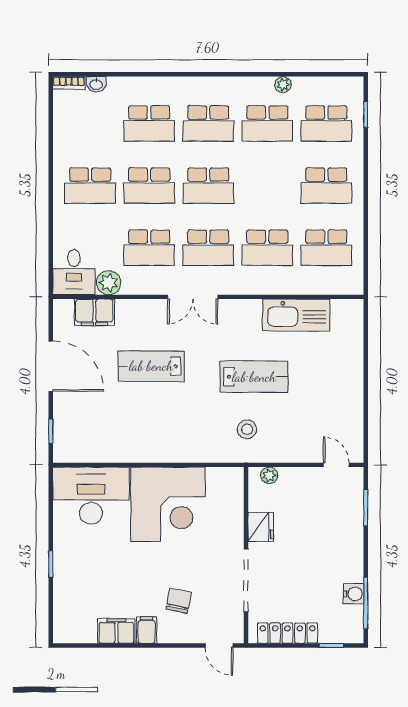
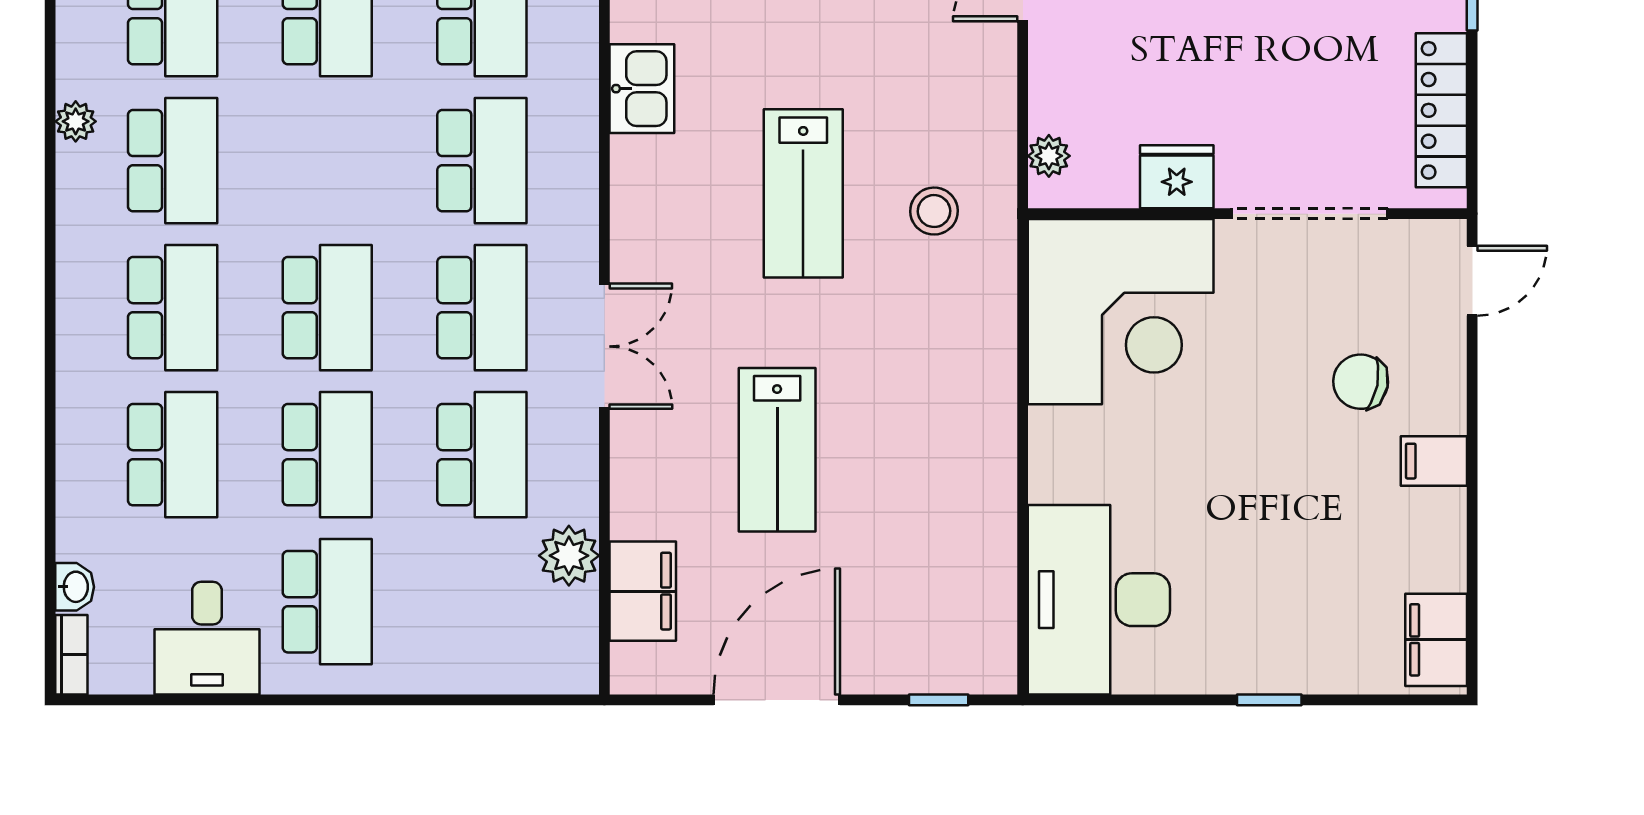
desk: (74, 272) -> (207, 638), moved, turned 90
kitchen sink: (296, 315) -> (642, 89), width x0.53, depth x0.81
lab bench: (254, 377) -> (803, 193), turned 180
corner desk: (168, 504) -> (1121, 312), moved, turned 90
filing cabinet: (116, 631) -> (1436, 640), moved

